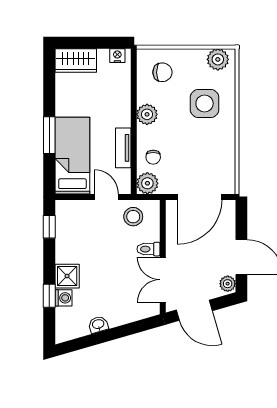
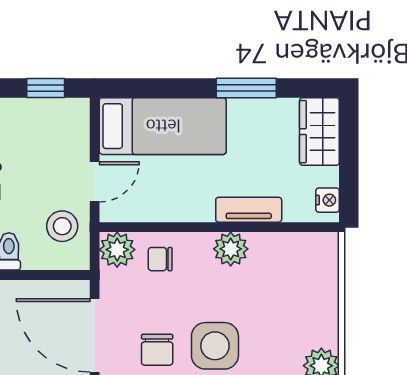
chair: (162, 72) -> (157, 350), moved
side table: (205, 103) -> (215, 346), moved
window: (49, 135) -> (246, 88), moved
tv unit: (123, 148) -> (249, 210), moved

